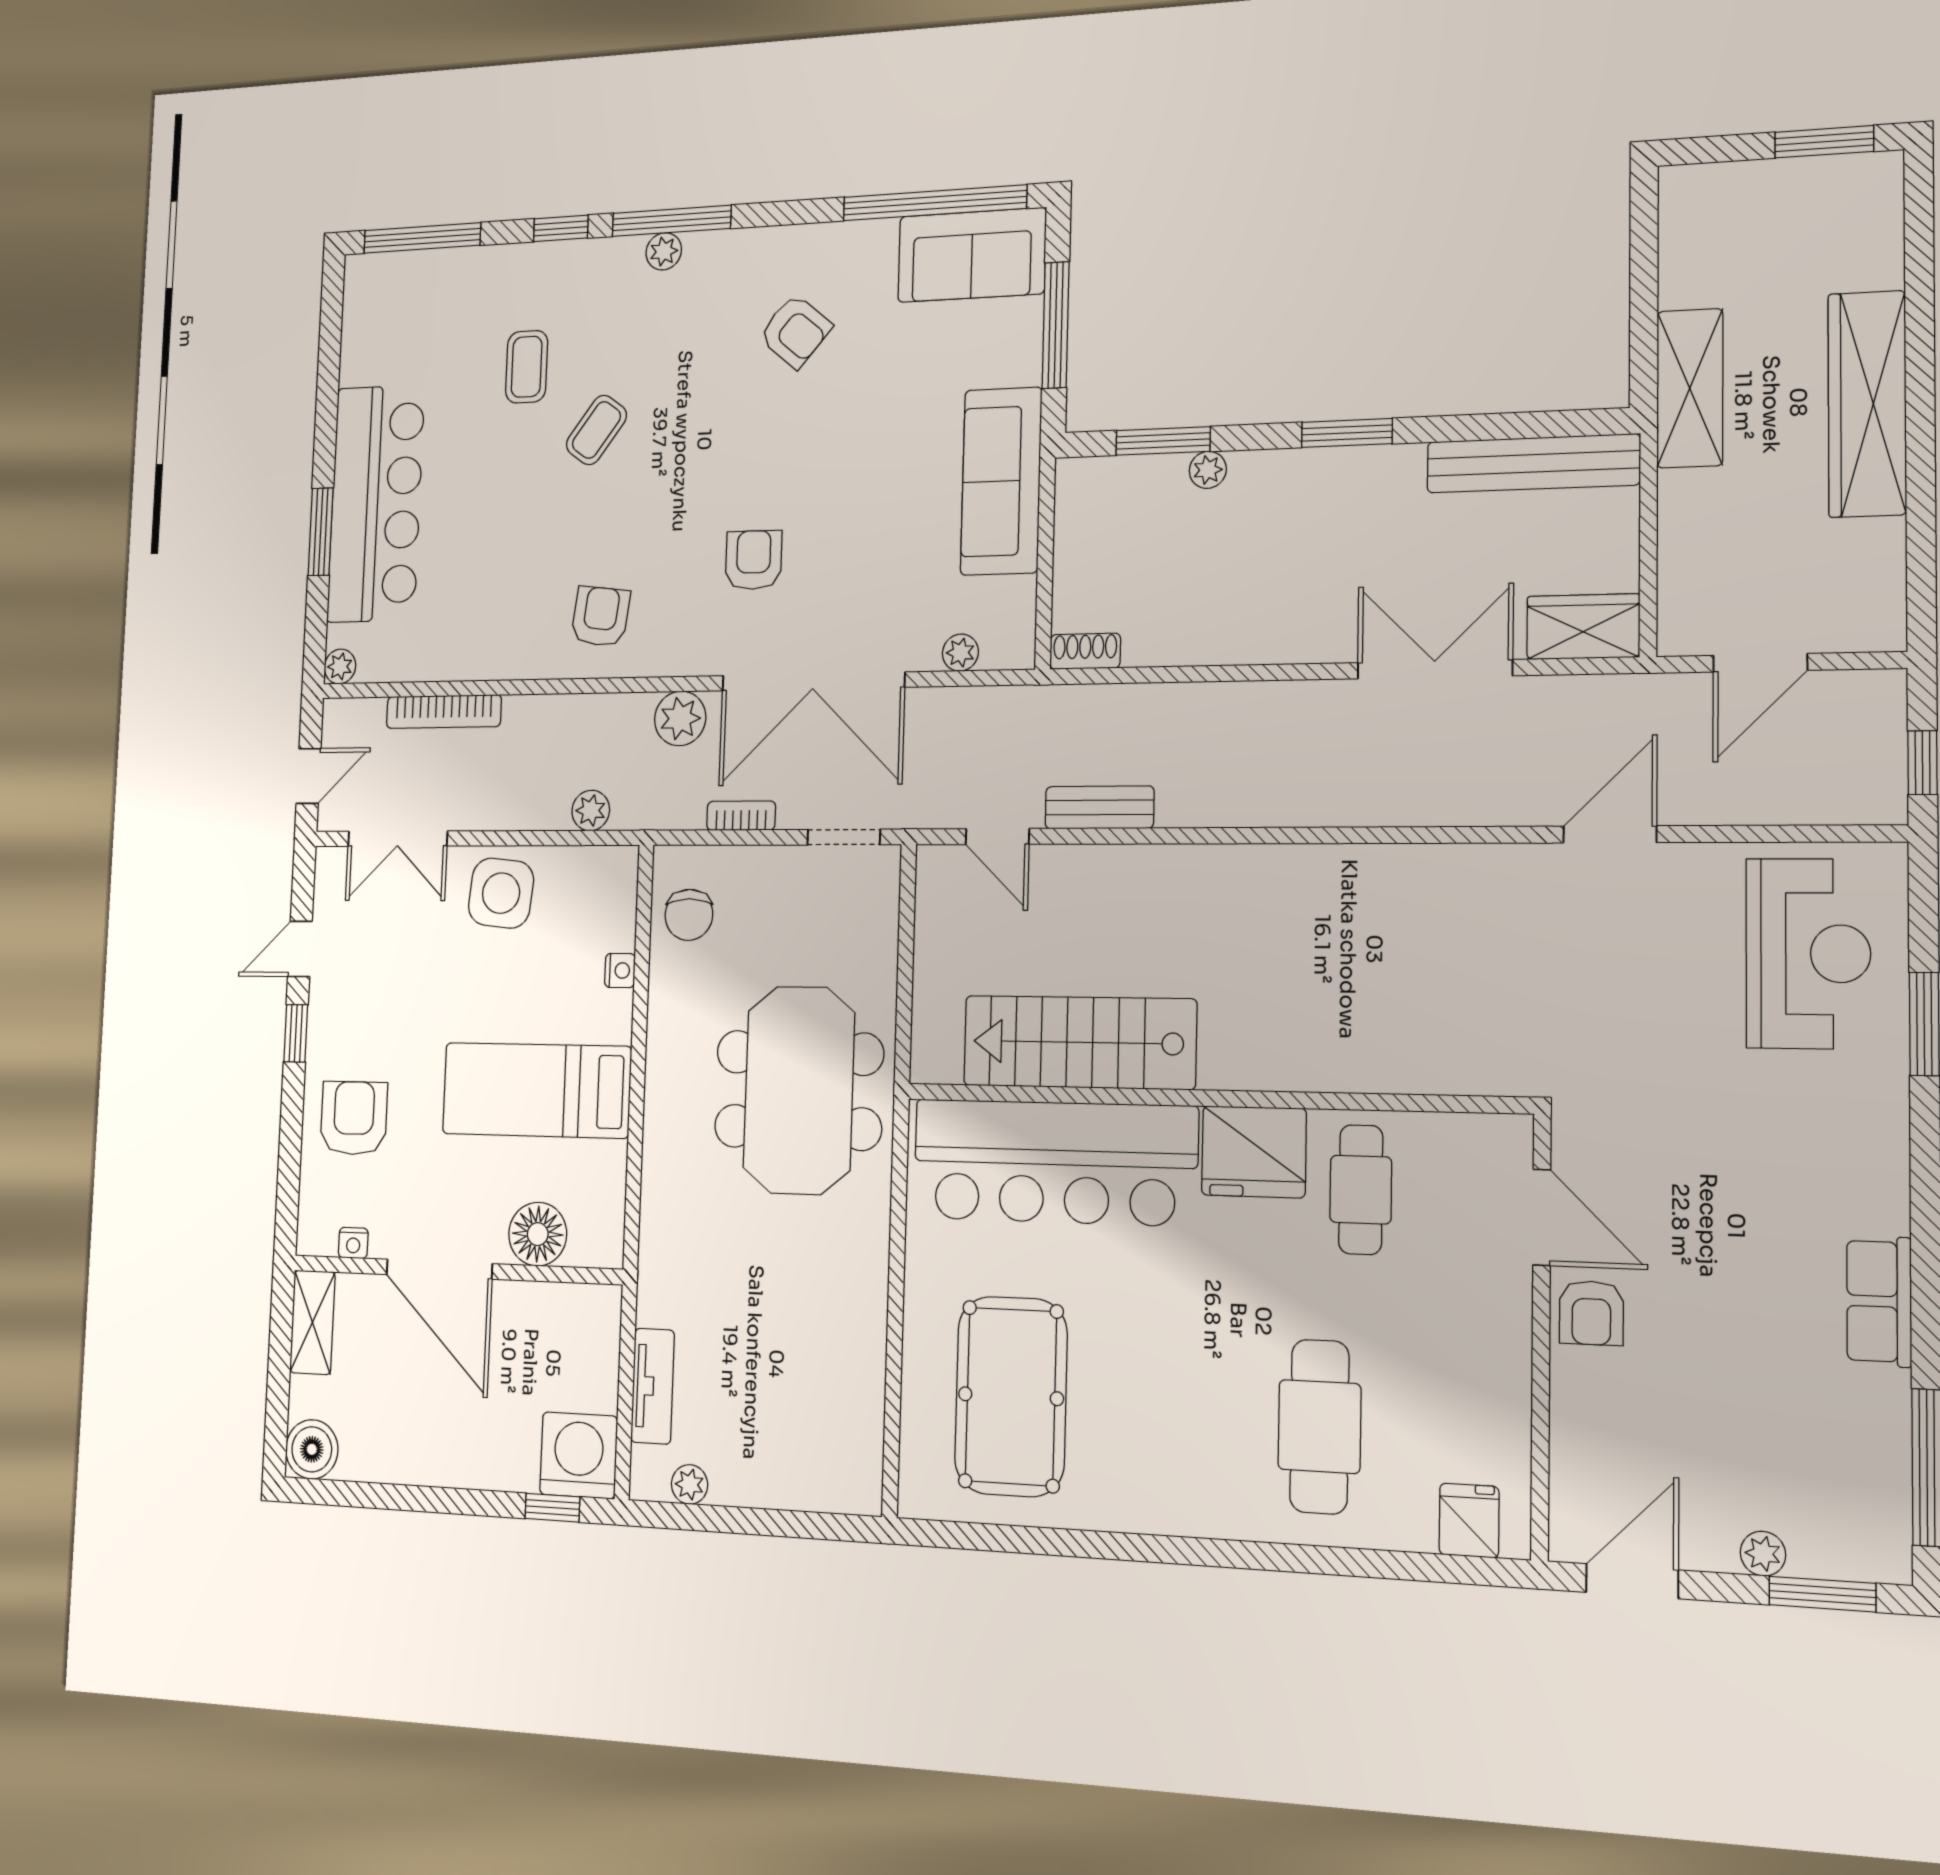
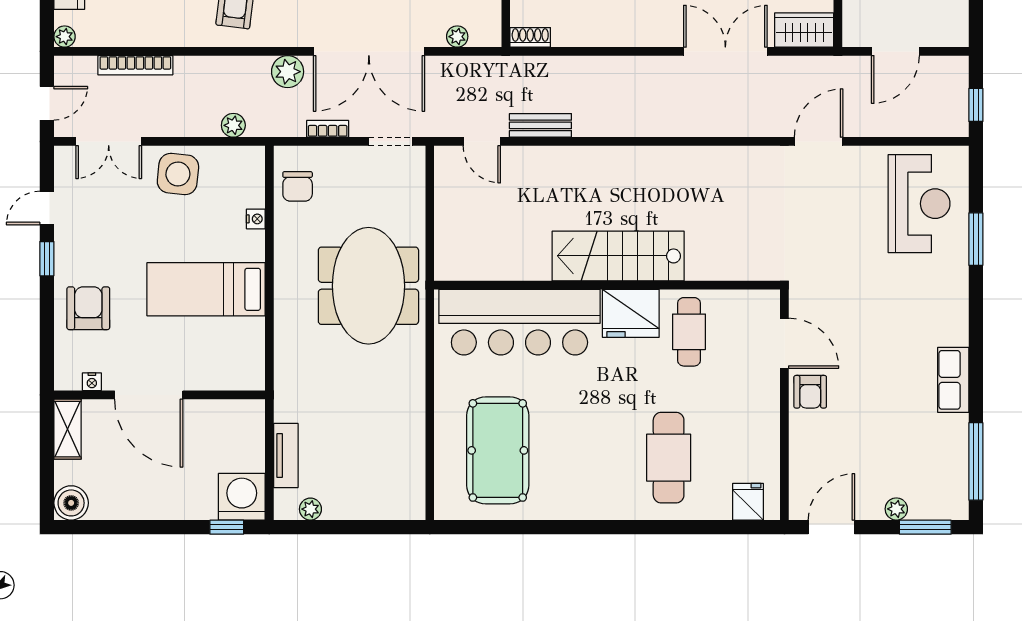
stairs: (1079, 1042) -> (618, 256), moved
floor lamp: (538, 1234) -> (211, 372), removed

